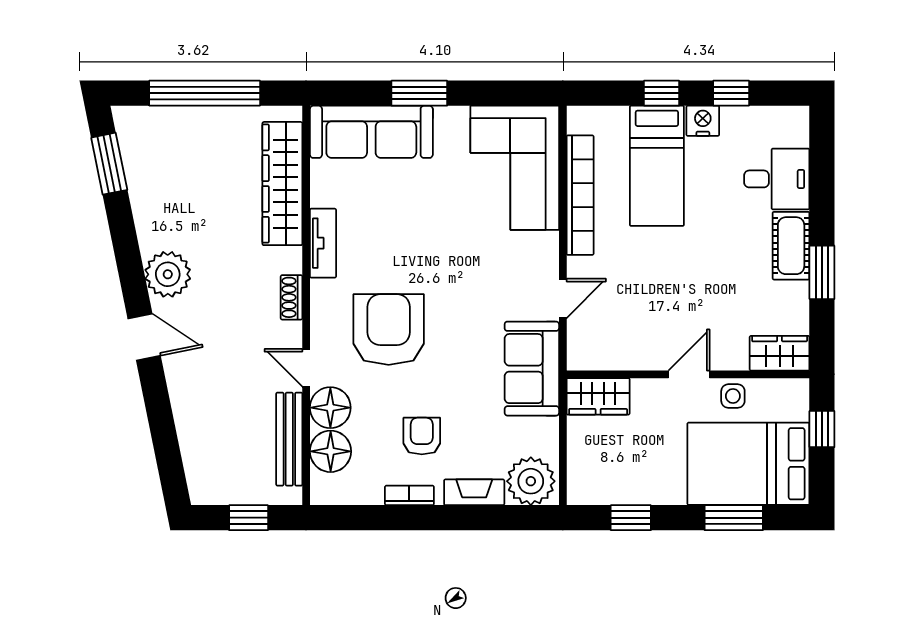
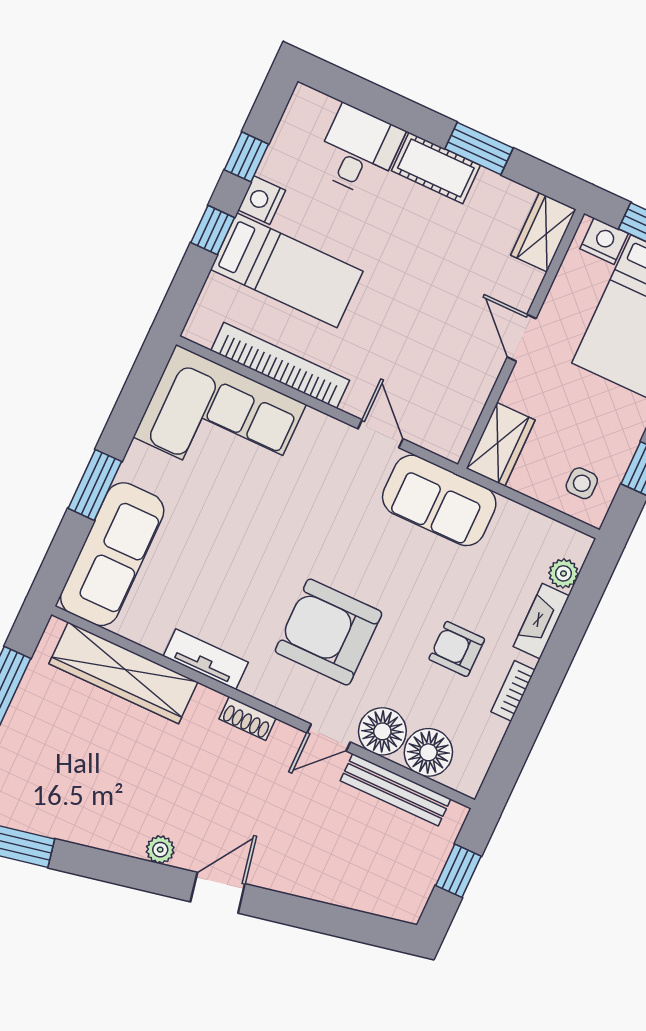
plant: (168, 274) -> (160, 850), width x0.53, depth x0.53
side table: (733, 396) -> (582, 483), moved
nightstand: (795, 404) -> (604, 241), added
plant: (531, 481) -> (563, 573), width x0.53, depth x0.53

